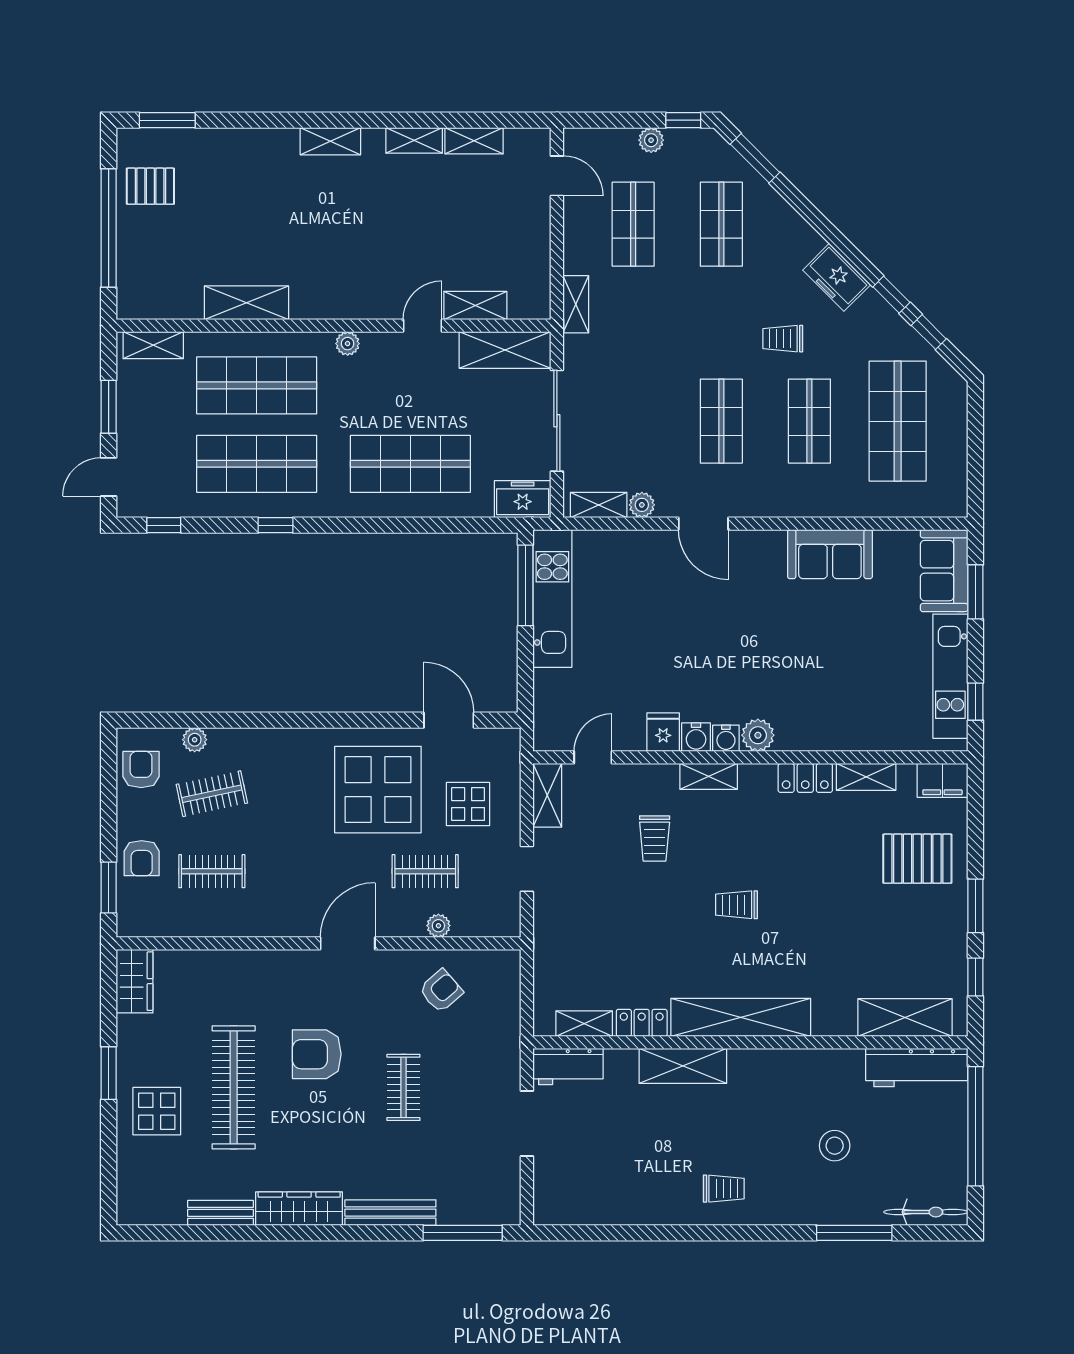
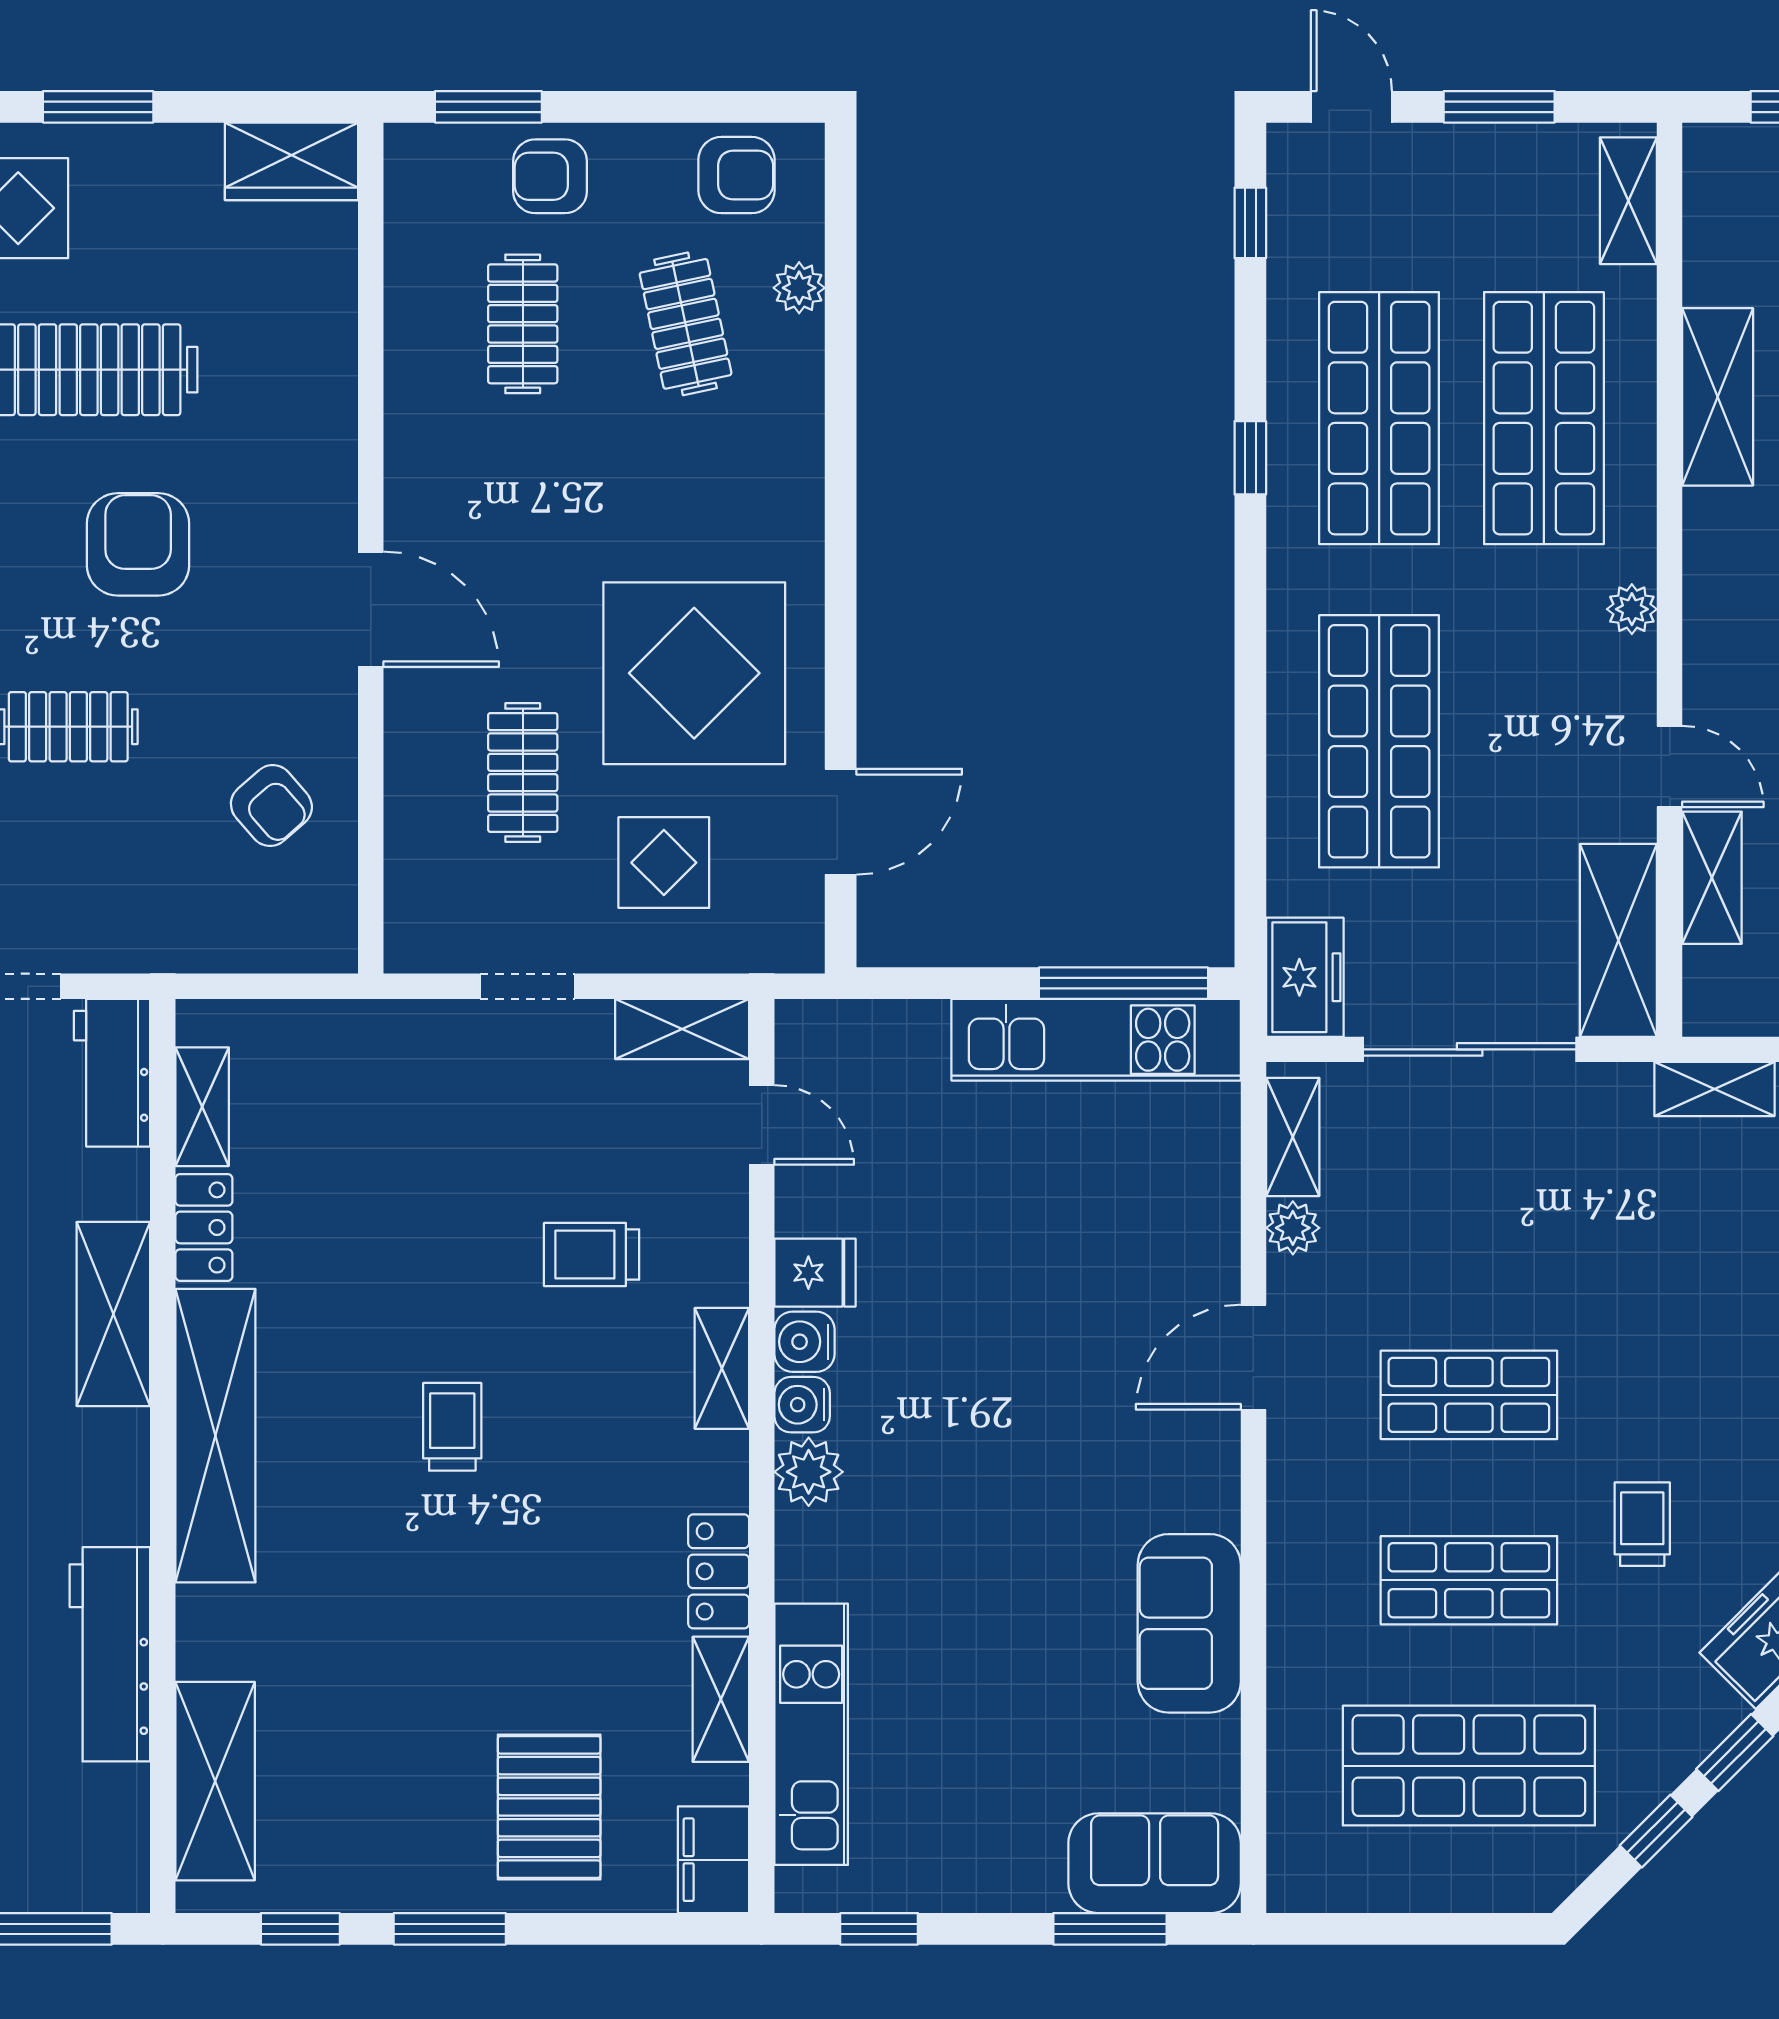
kitchen unit: (950, 676) -> (811, 1734), moved, turned 90
plant: (438, 926) -> (408, 800), removed
workbench: (917, 1068) -> (110, 1654), moved

